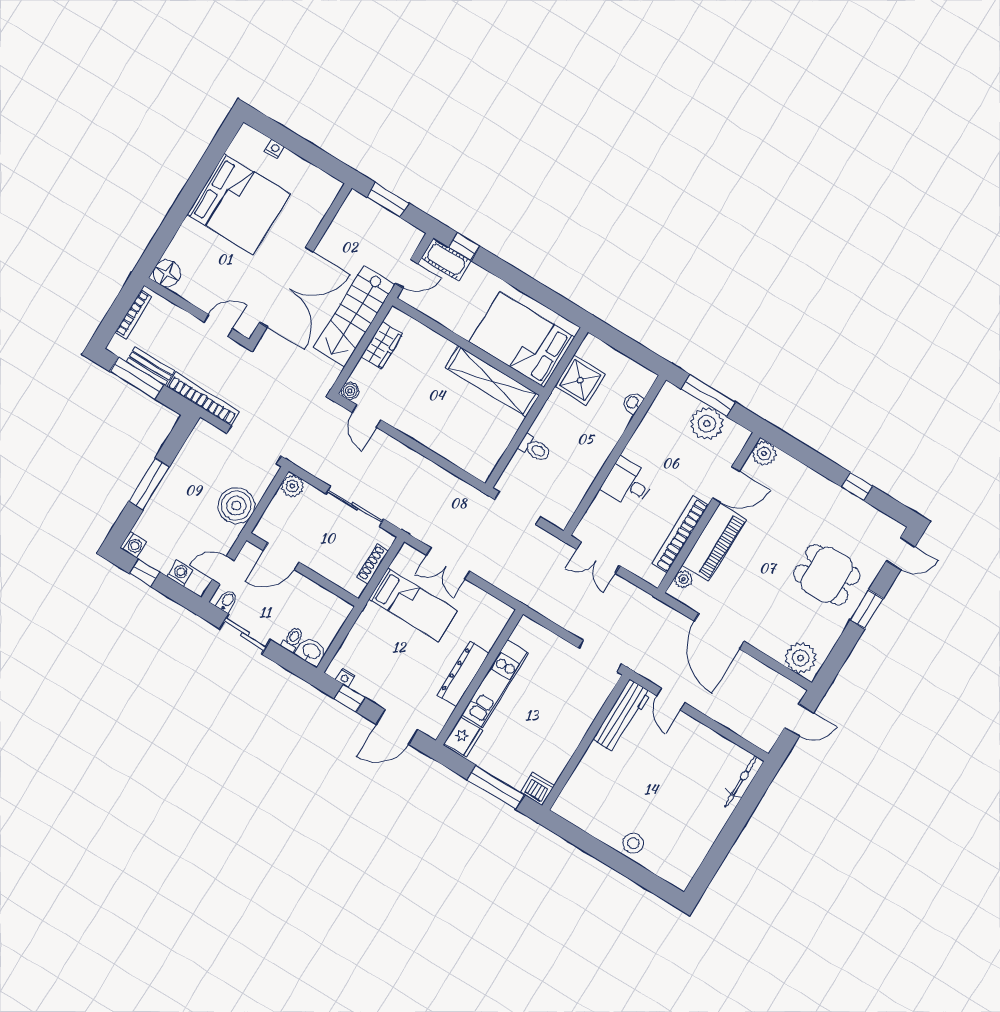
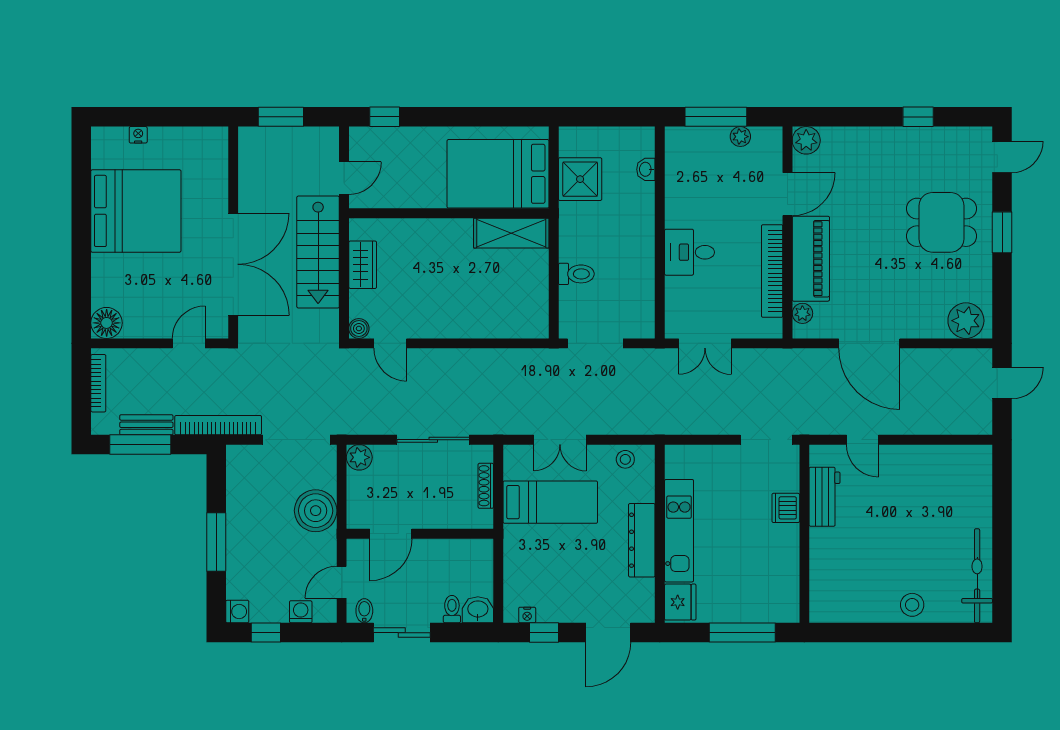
cot: (446, 259) -> (375, 140), removed
shelving: (492, 381) -> (511, 233), width x0.68
plant: (707, 424) -> (740, 137), width x0.53, depth x0.53
stool: (487, 607) -> (625, 459), added
workbench: (622, 716) -> (825, 497), width x0.73
bicycle: (741, 782) -> (977, 576), moved, width x1.37, depth x1.40
dishwasher: (538, 789) -> (786, 508), moved, turned -90

